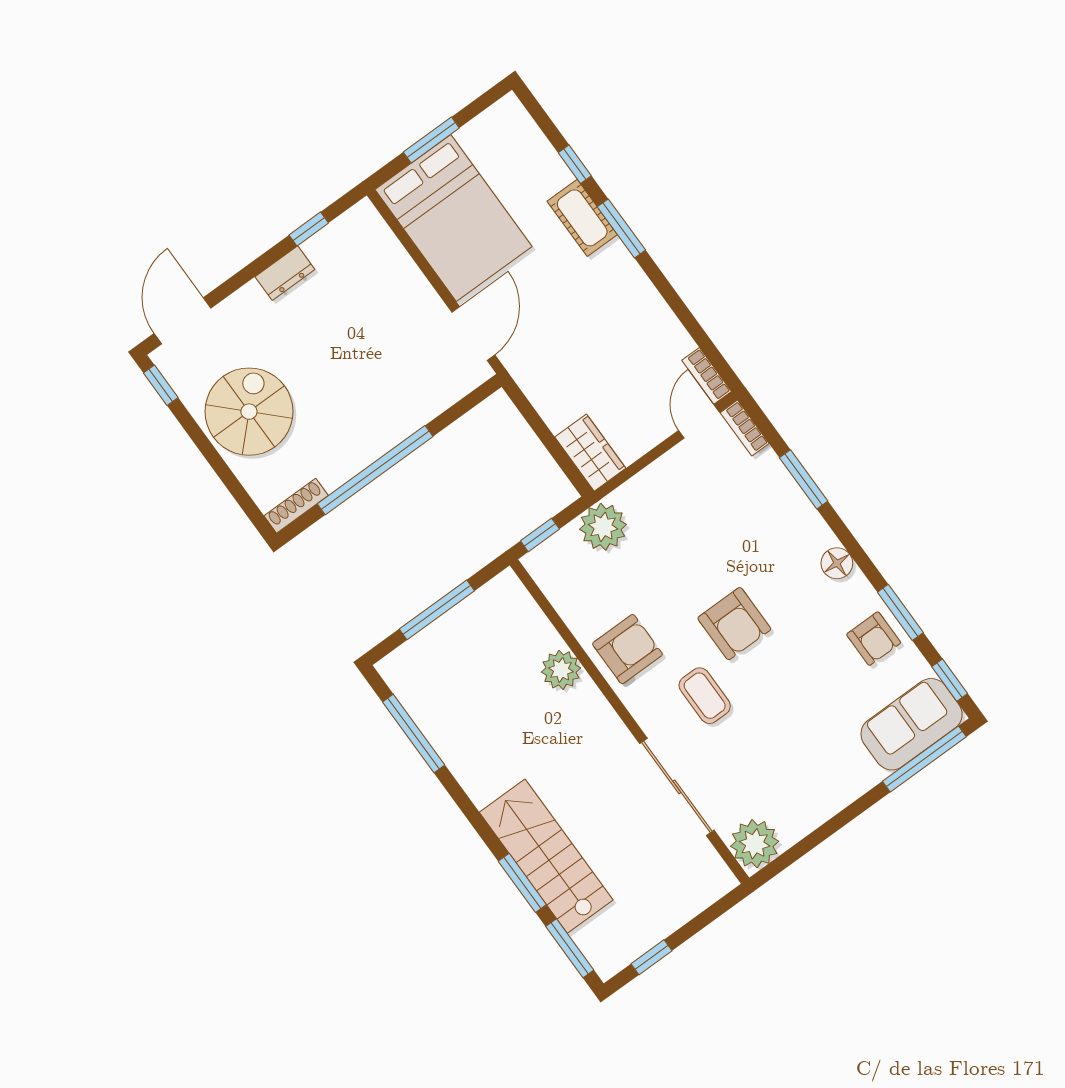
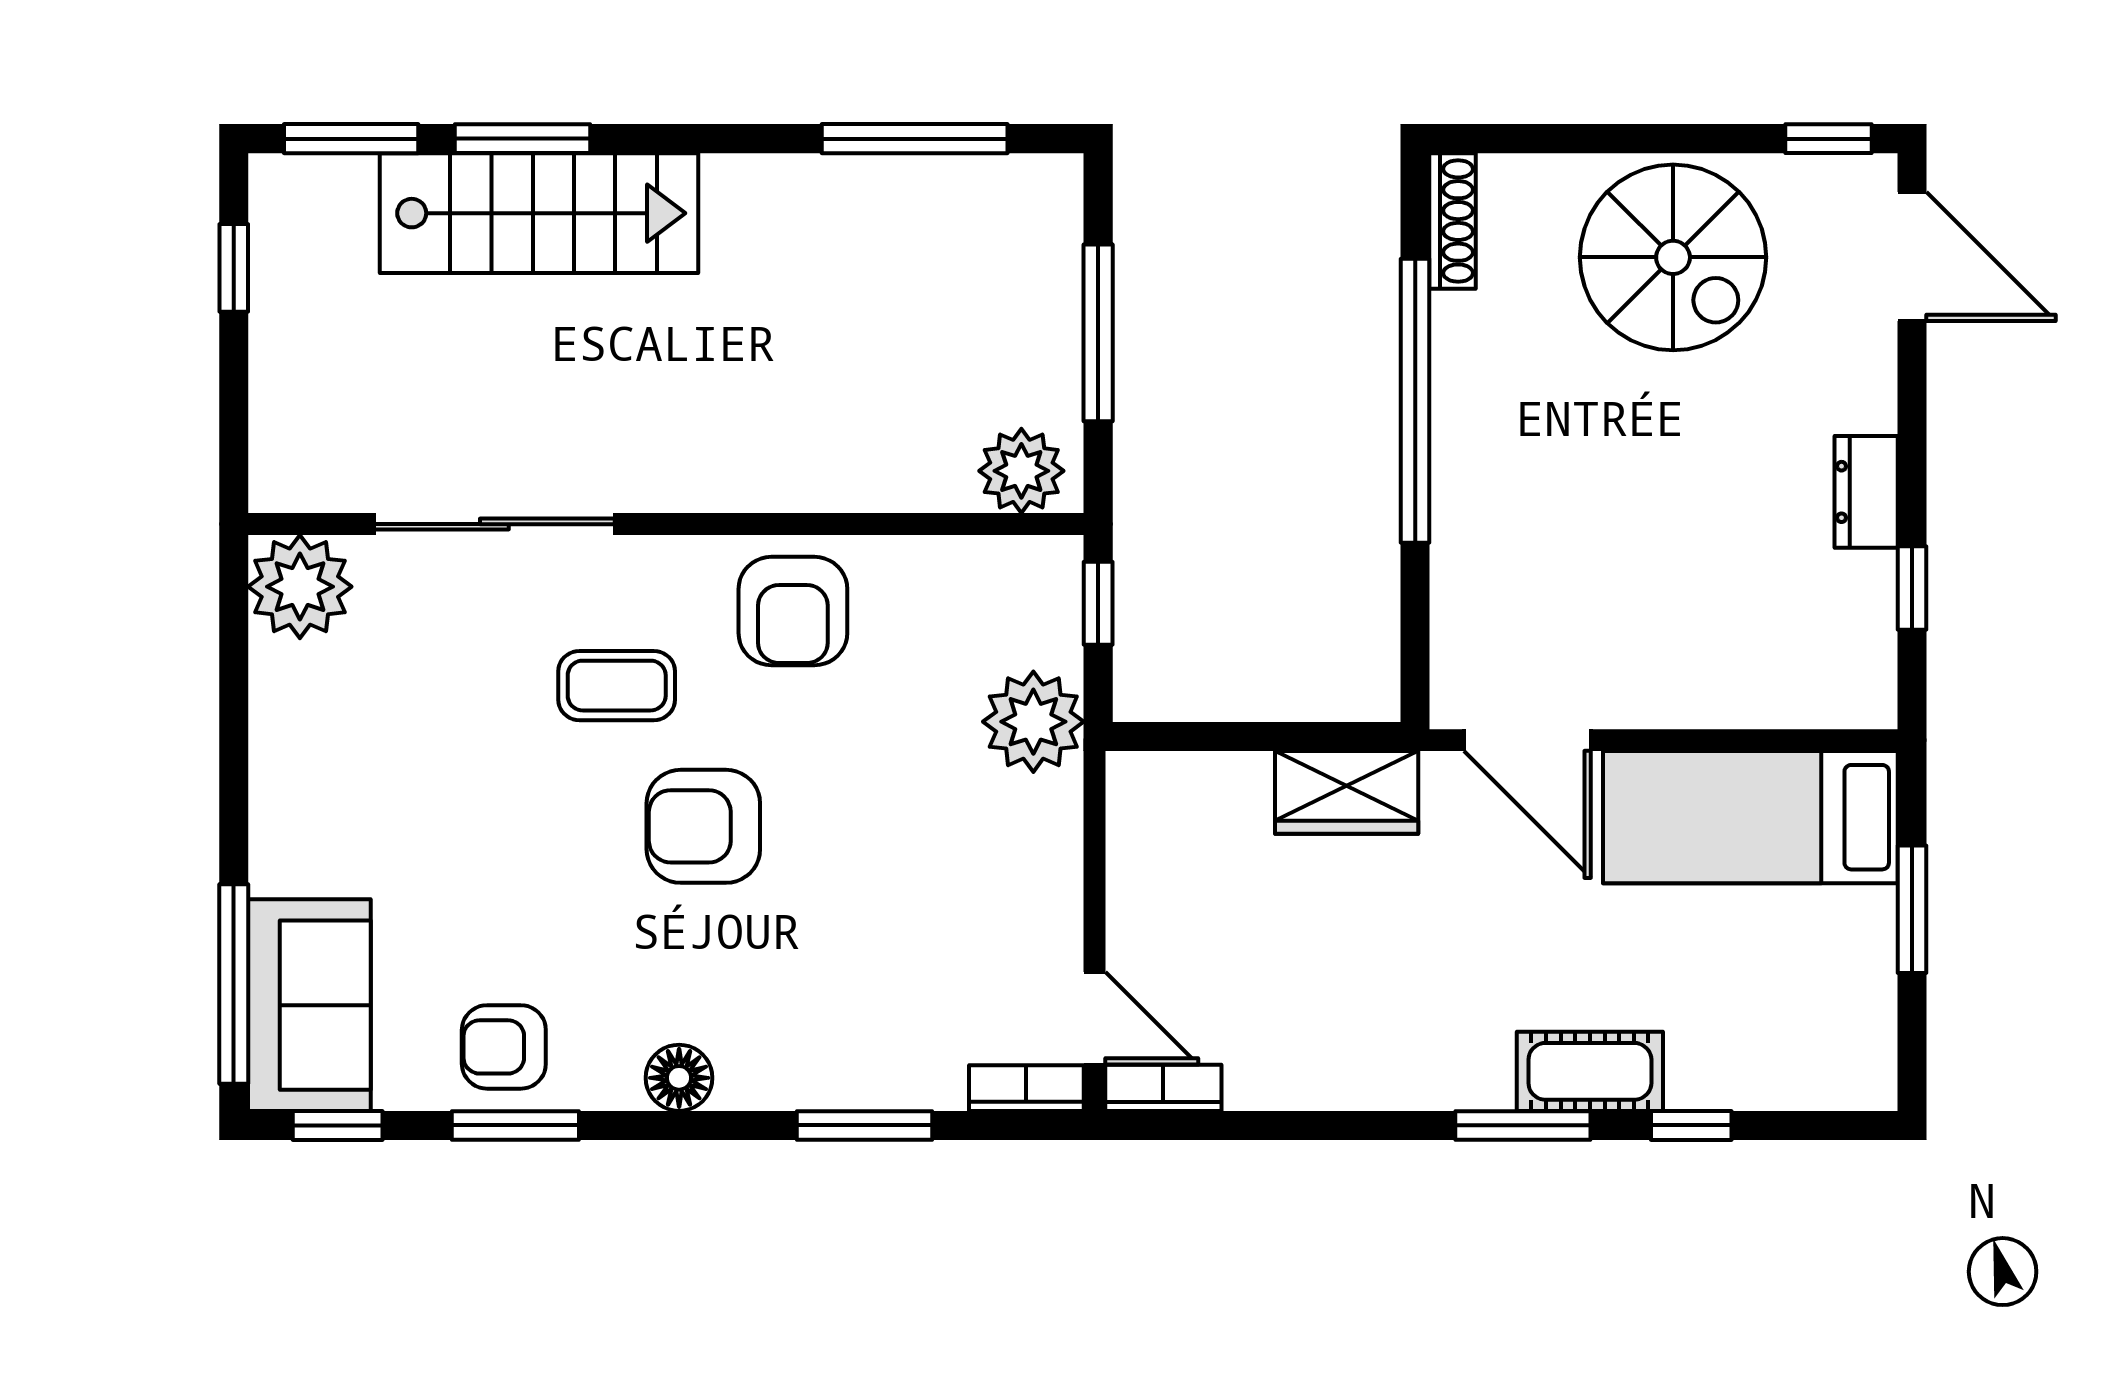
bed: (454, 218) -> (1750, 817), width x0.67
wardrobe: (590, 453) -> (1347, 792), moved
plant: (561, 670) -> (1021, 471), moved

